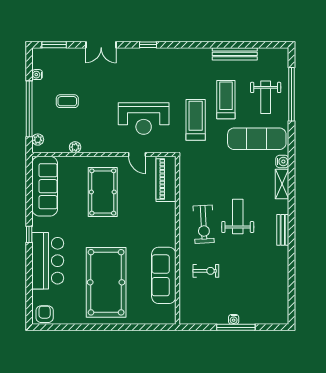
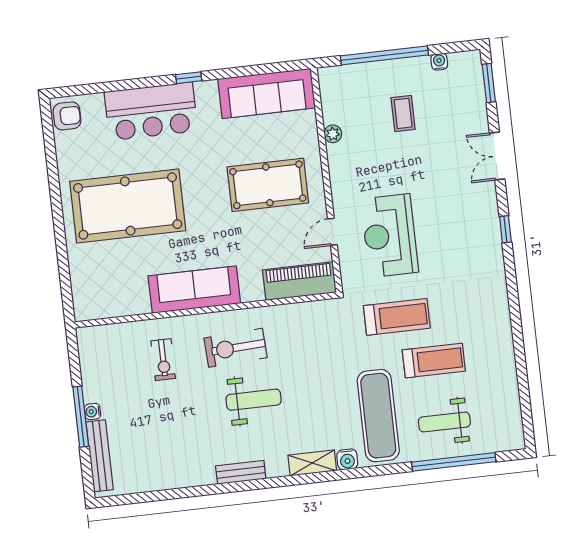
bench: (235, 54) -> (100, 456), moved
plant: (38, 140) -> (338, 74), removed
sofa: (164, 275) -> (194, 290), moved

